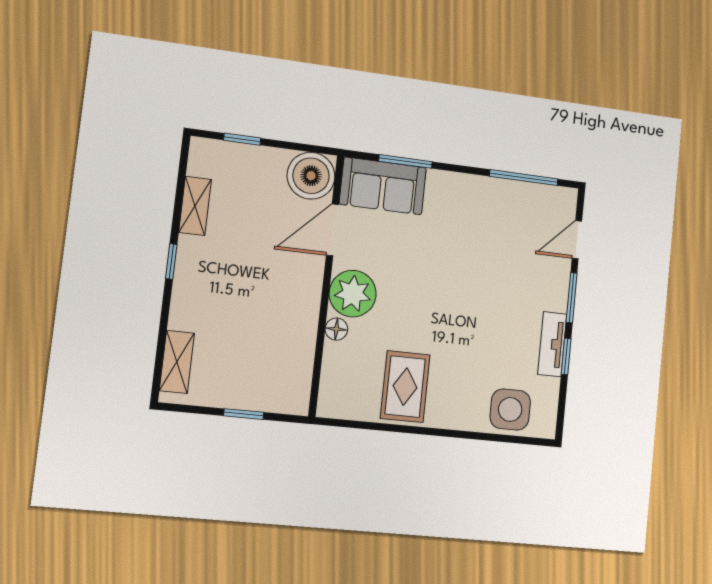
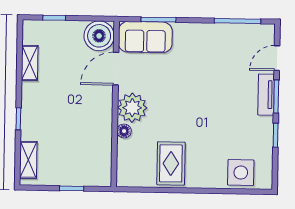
window: (171, 262) -> (18, 119), moved
tv unit: (552, 344) -> (266, 95), moved

